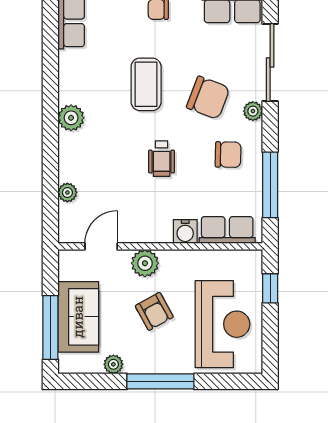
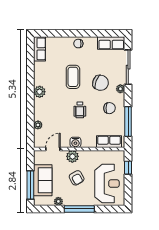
water cooler: (185, 232) -> (75, 142), moved

